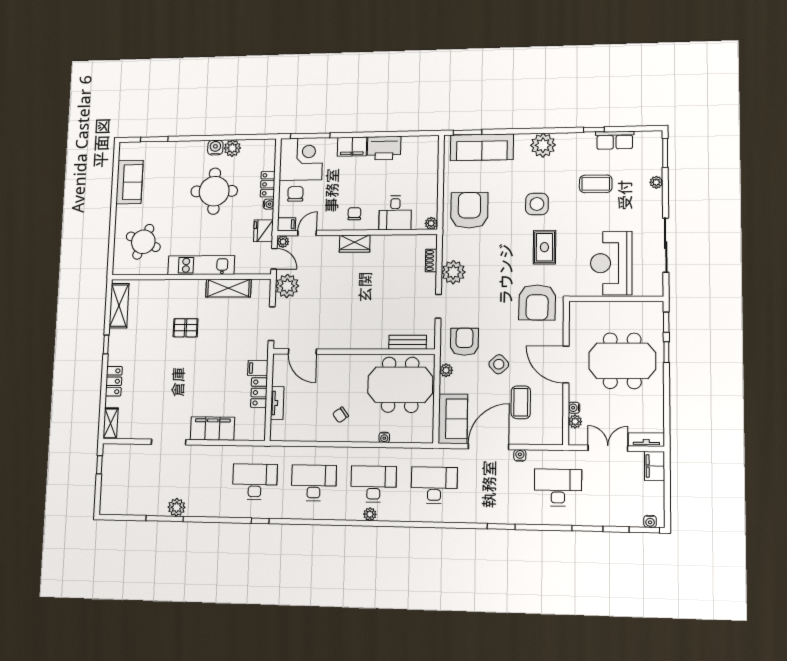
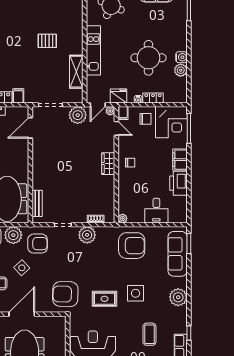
desk: (395, 213) -> (156, 211), moved, turned -90
pallet: (186, 328) -> (47, 41), turned 90
plant: (446, 370) -> (13, 235), width x1.87, depth x1.87

